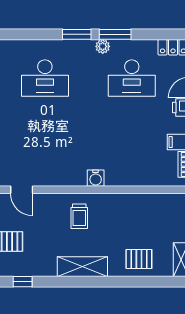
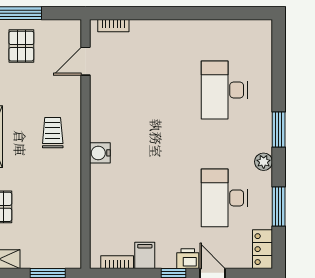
window: (115, 34) -> (279, 206), moved
trolley: (79, 216) -> (53, 133), turned 90

